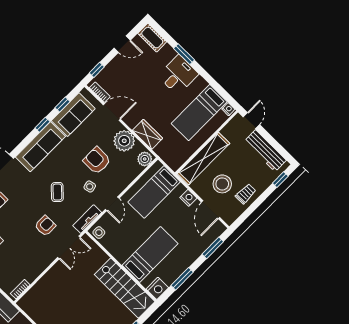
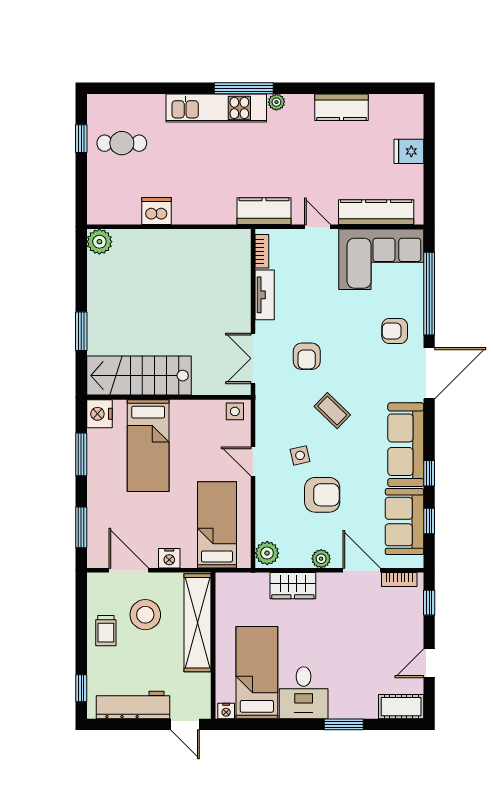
desk: (178, 75) -> (304, 693), moved
door: (112, 112) -> (362, 570), swing flipped
plant: (124, 141) -> (321, 559), width x0.53, depth x0.53
tv unit: (87, 219) -> (265, 295), moved

